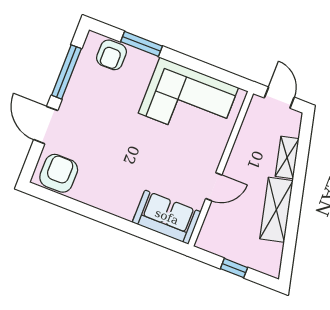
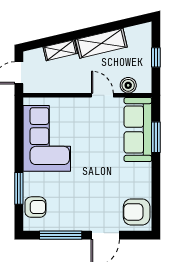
sofa: (167, 217) -> (138, 129), width x1.36
boiler: (214, 222) -> (128, 85), added
window: (139, 231) -> (156, 137), added

